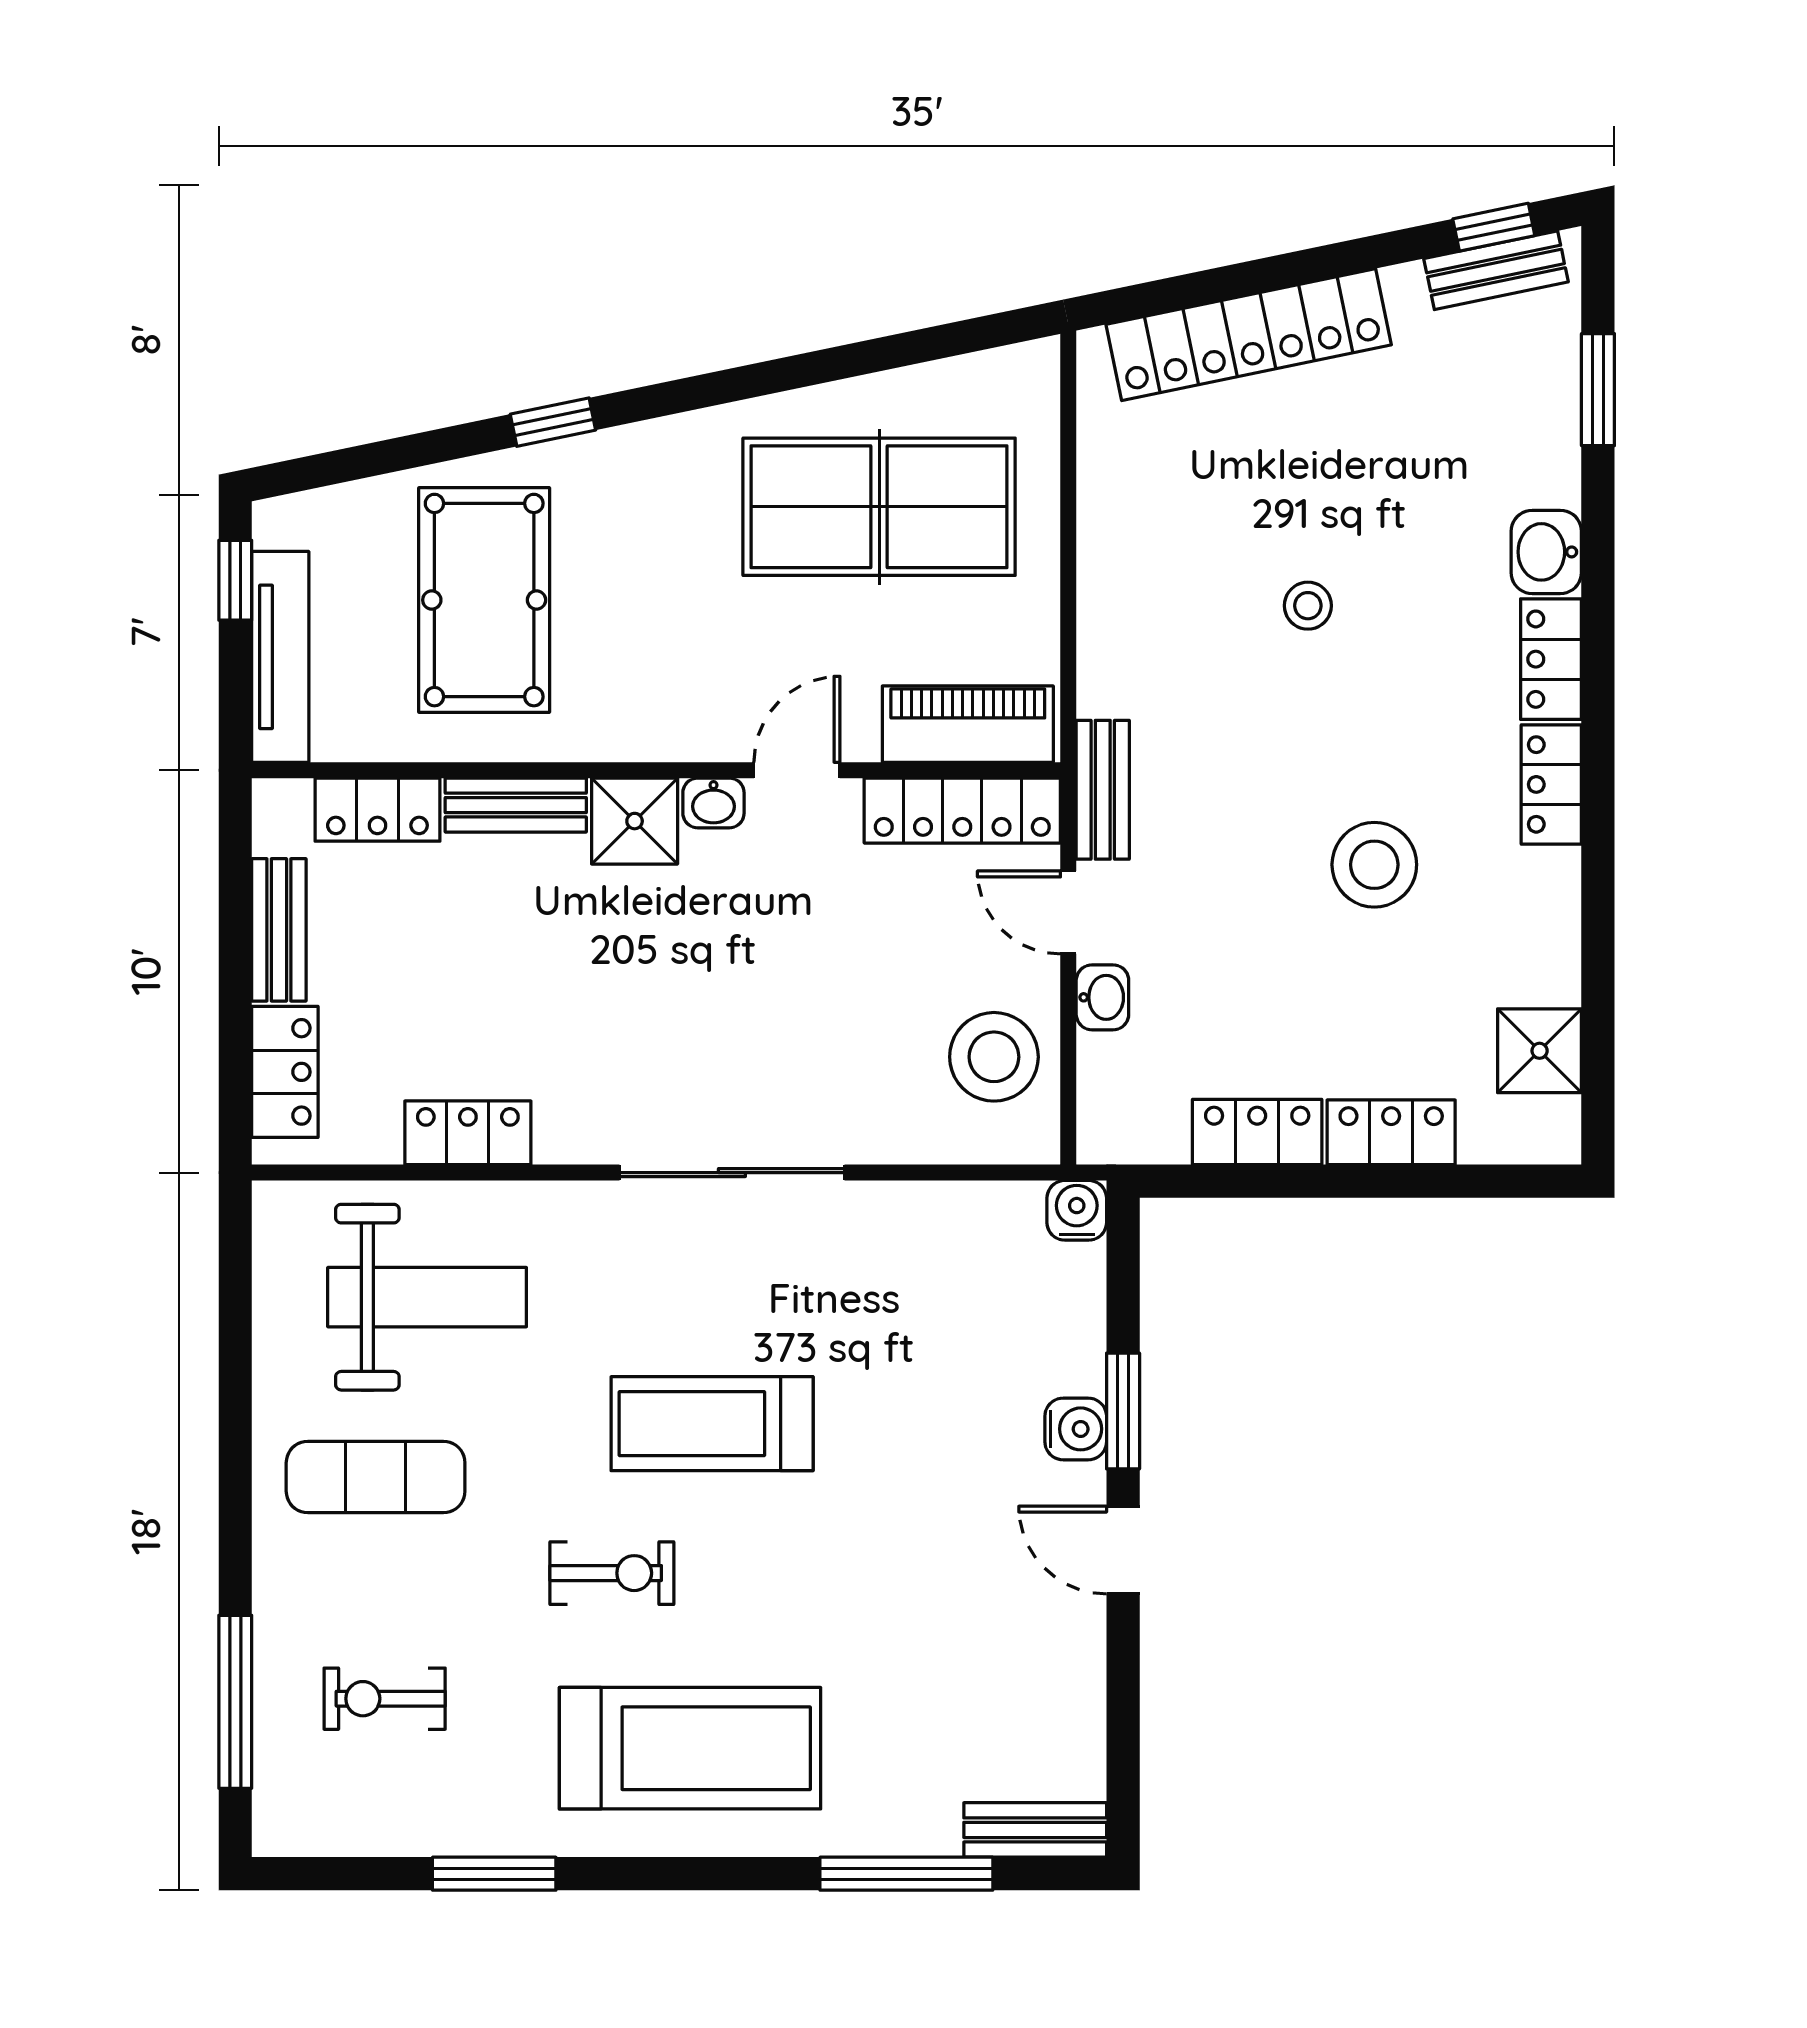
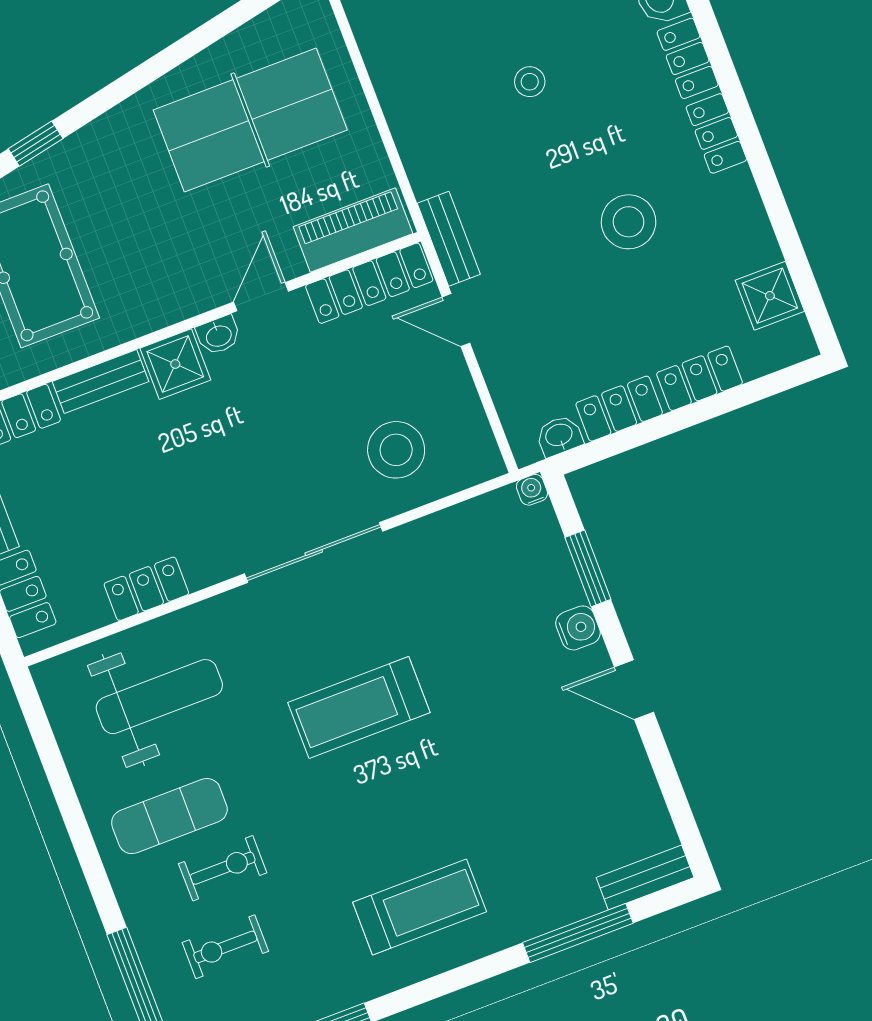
washbasin: (1102, 997) -> (559, 436), moved, turned -90
stool: (994, 1057) -> (396, 450), moved
water cooler: (1077, 1210) -> (532, 490), width x0.72, depth x0.72
window: (1123, 1411) -> (588, 568), moved
exercise bike: (612, 1573) -> (223, 868), moved
treadmill: (690, 1748) -> (420, 907), width x0.73, depth x0.73

